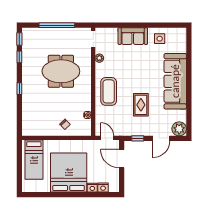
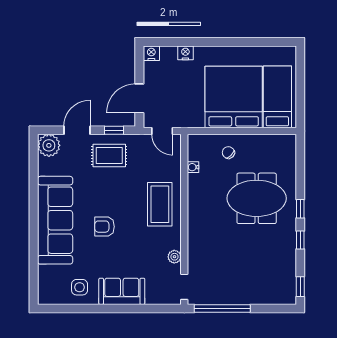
window: (57, 25) -> (222, 308), moved
window: (19, 57) -> (300, 240), moved
meeting table: (61, 71) -> (257, 198), moved
armchair: (144, 77) -> (105, 227), added
rug: (141, 105) -> (109, 155), moved, turned 90
door: (122, 159) -> (139, 98), swing flipped
bed: (69, 172) -> (234, 97), moved, turned 180
nightstand: (103, 187) -> (151, 53), moved

